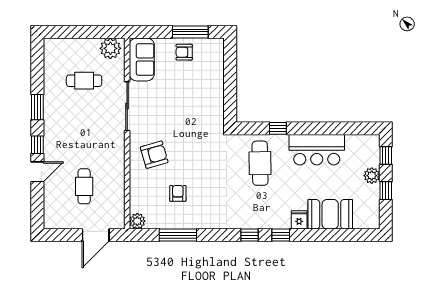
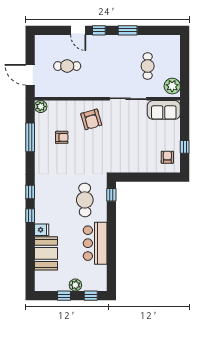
window: (190, 32) -> (185, 147), width x0.46
armchair: (184, 52) -> (167, 157), moved
window: (278, 128) -> (111, 195), moved
cafe table: (260, 163) -> (85, 200), turned 90

